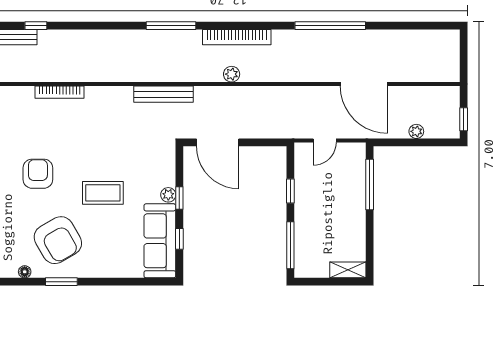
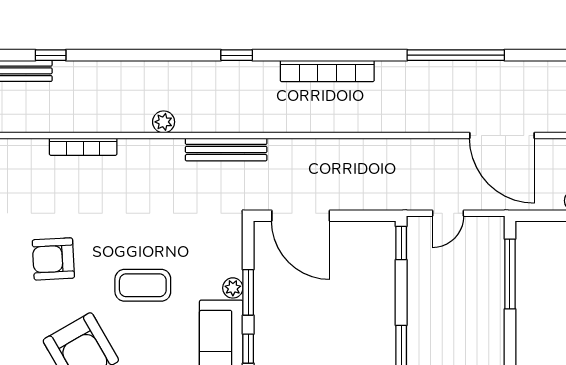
window: (171, 26) -> (237, 55), width x0.46
plant: (232, 74) -> (164, 122), moved
armchair: (38, 174) -> (53, 259), turned -93
window: (290, 191) -> (401, 243), moved
window: (179, 198) -> (248, 292), width x1.50

